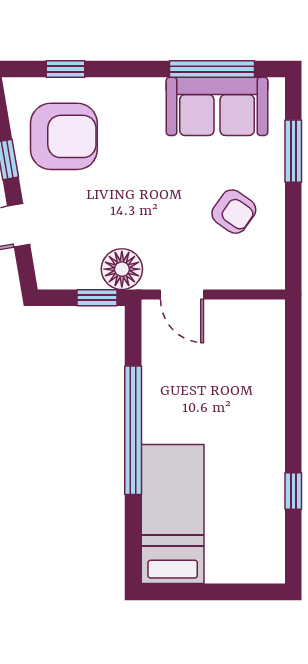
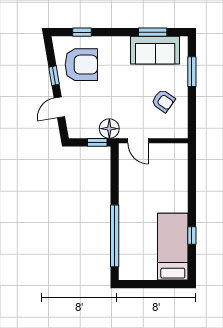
window: (212, 69) -> (153, 32), width x0.69
window: (133, 430) -> (115, 236), moved
bed: (173, 514) -> (173, 247), moved

